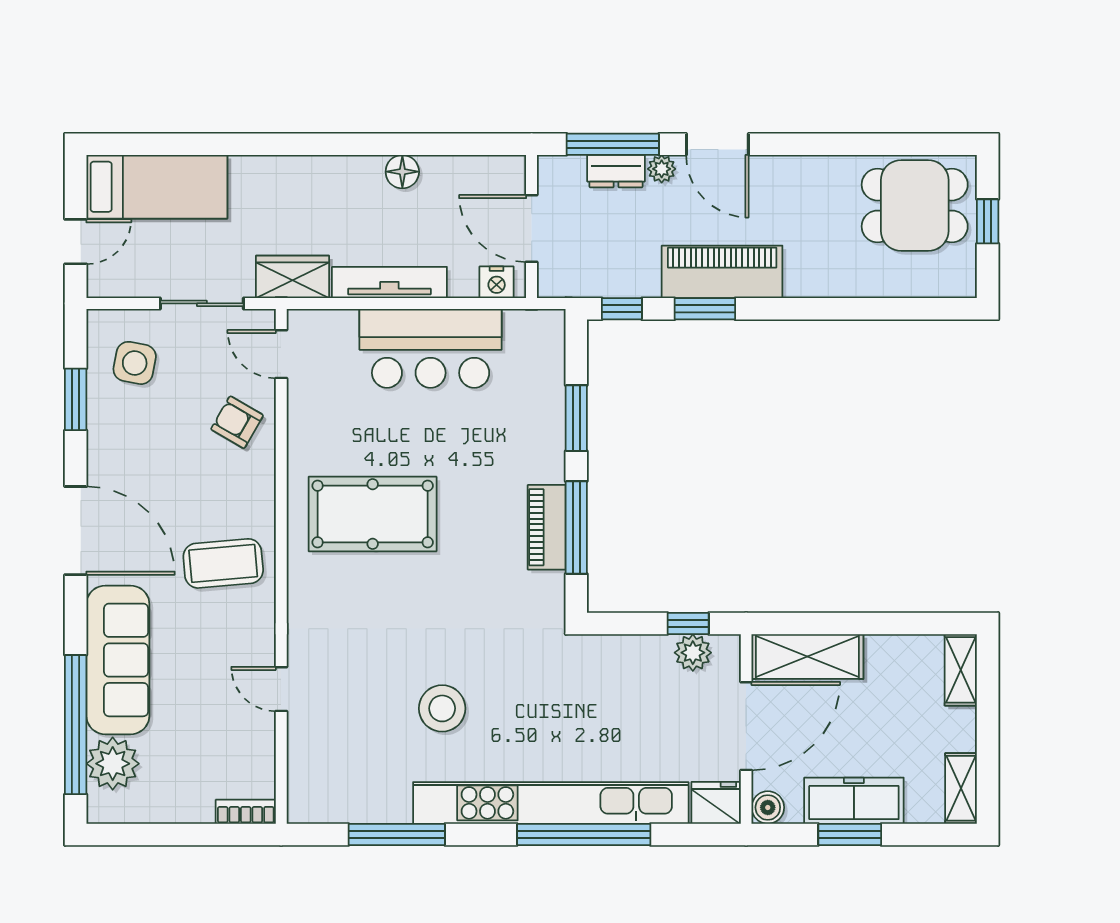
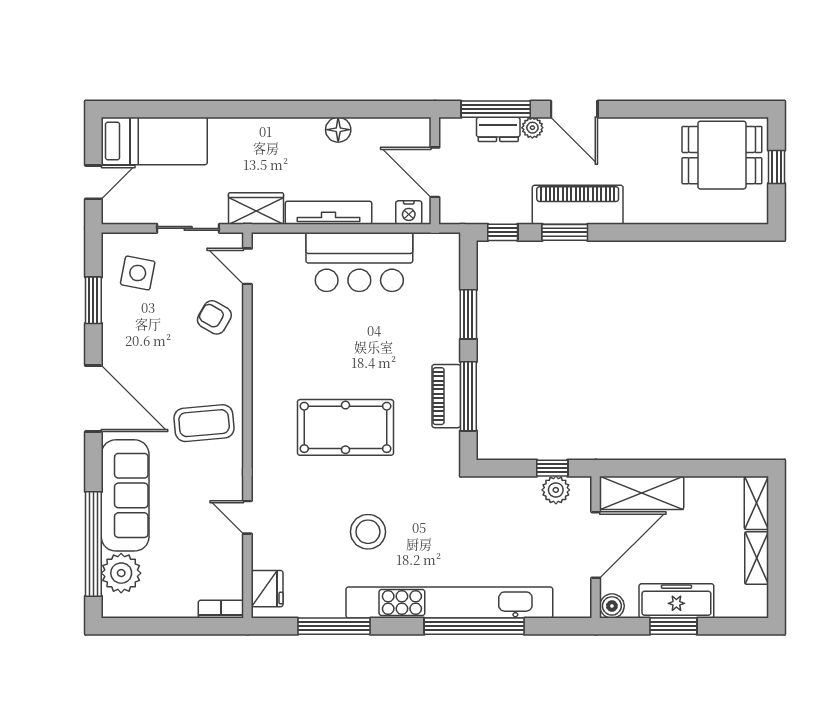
pool table: (373, 514) -> (345, 427), moved
shelving: (961, 788) -> (757, 558), moved
fridge: (716, 803) -> (267, 589), moved, turned 90

